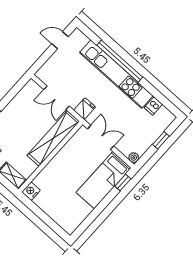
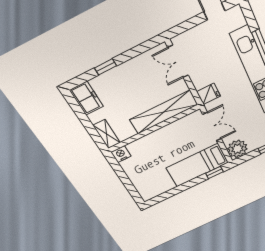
double door: (56, 98) -> (178, 61), moved
plant: (134, 158) -> (237, 149), width x1.88, depth x1.88

